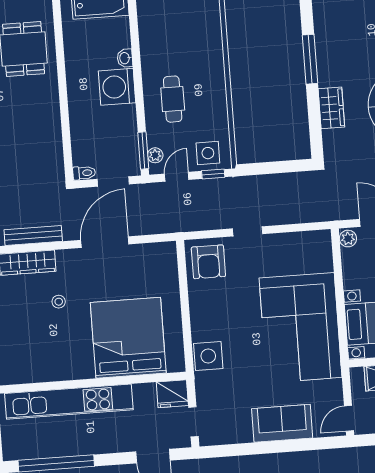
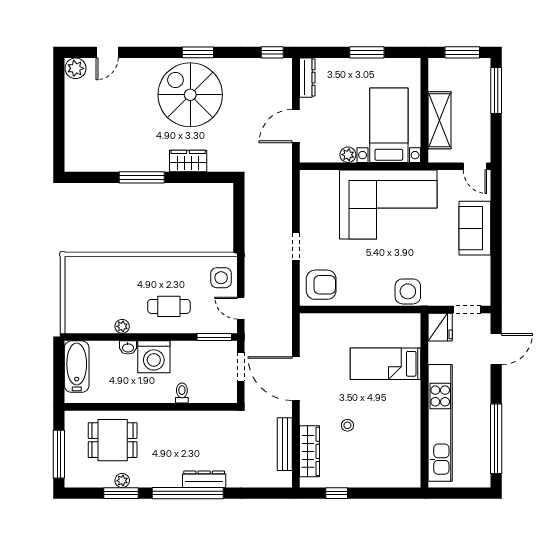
plant: (155, 155) -> (122, 326), moved
toilet: (84, 173) -> (182, 393), moved
window: (213, 174) -> (241, 274), removed
plant: (348, 239) -> (348, 155), moved
bed: (128, 338) -> (386, 364), width x0.49

